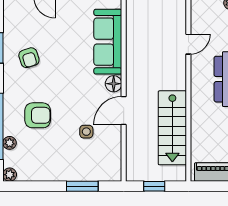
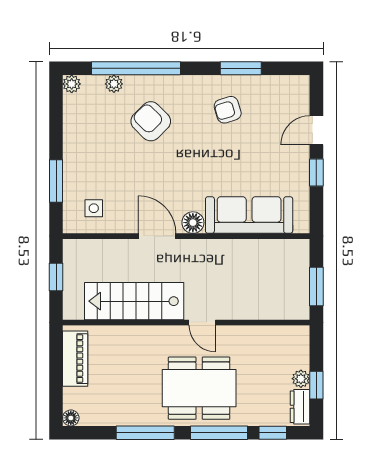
door: (188, 44) -> (202, 322), moved
armchair: (38, 115) -> (151, 121), turned 135
side table: (86, 132) -> (94, 208), moved

